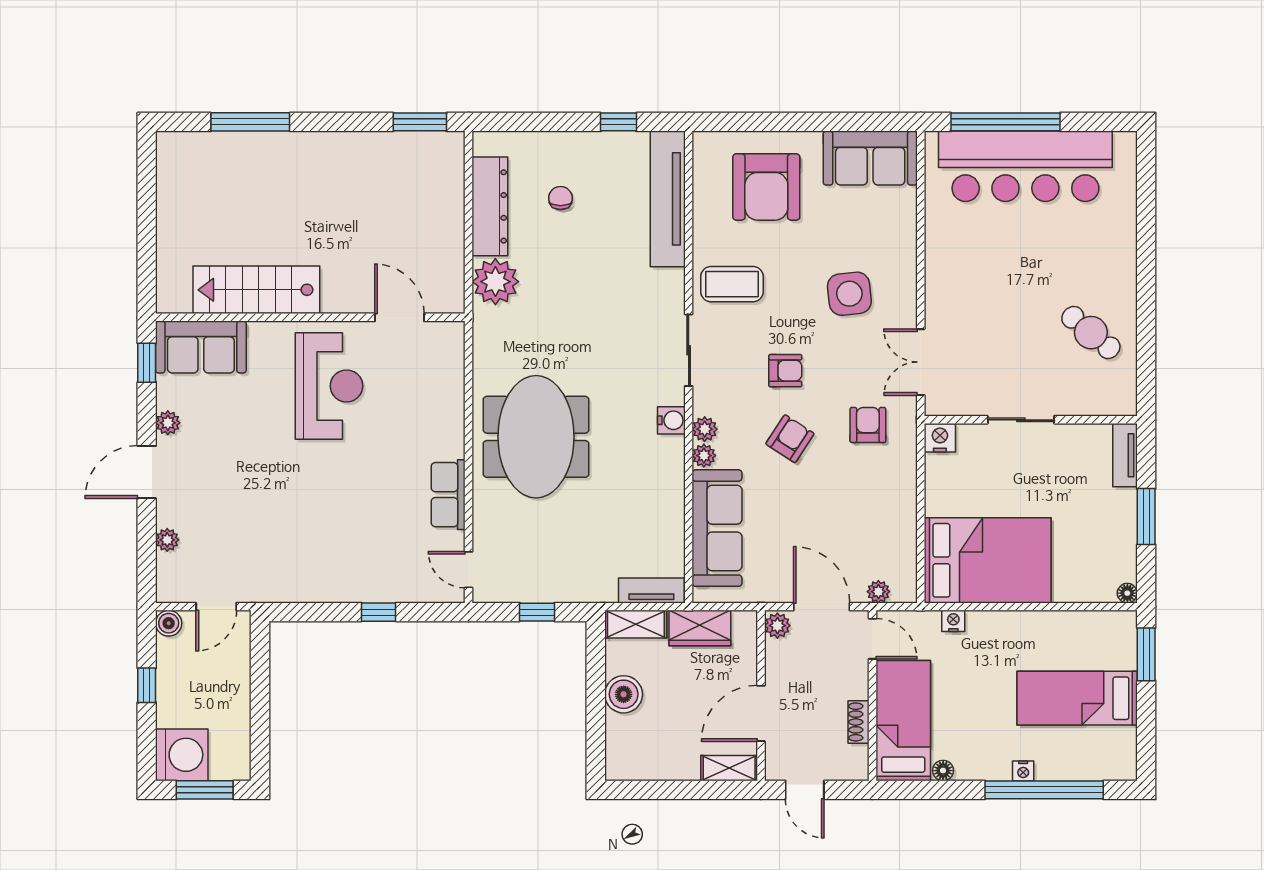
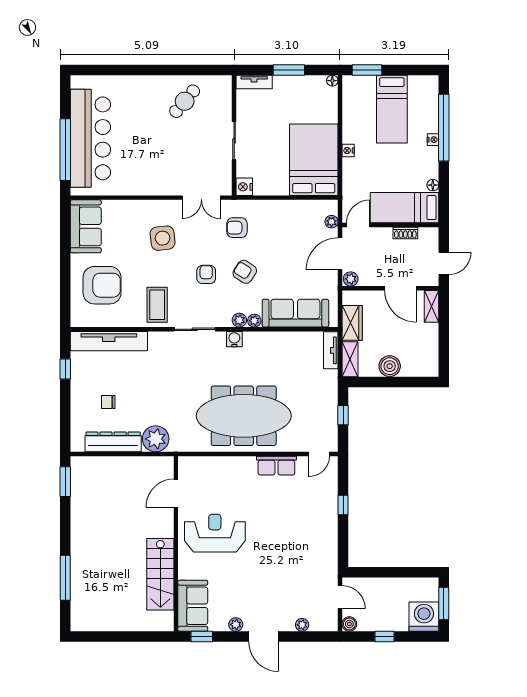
meeting table: (536, 437) -> (244, 416), width x1.36
nightstand: (953, 621) -> (348, 151), moved

